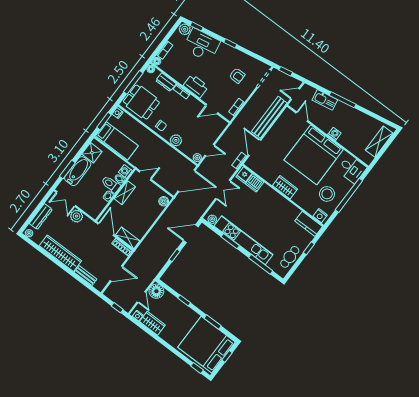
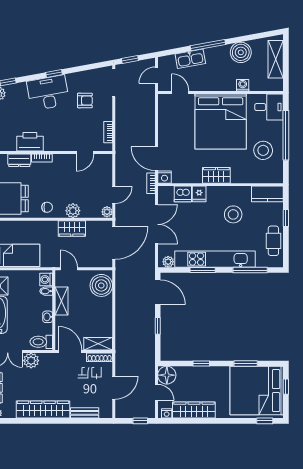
desk: (202, 45) -> (48, 93), moved
printer: (196, 86) -> (30, 142), moved
bench: (269, 117) -> (148, 118), removed
boiler: (360, 120) -> (241, 52), added
washing machine: (334, 134) -> (243, 85), moved
wardrobe: (167, 151) -> (72, 228), added
fridge: (244, 175) -> (199, 194), moved
door: (145, 176) -> (69, 269), hinge flipped
toilet: (111, 184) -> (41, 342), moved
double door: (223, 190) -> (156, 224), width x1.37
boiler: (164, 201) -> (101, 285), width x1.86, depth x1.86
nightstand: (320, 216) -> (164, 177), moved
stool: (277, 220) -> (233, 214), added
door: (191, 234) -> (158, 292), swing flipped
wardrobe: (152, 323) -> (194, 410), width x1.50

